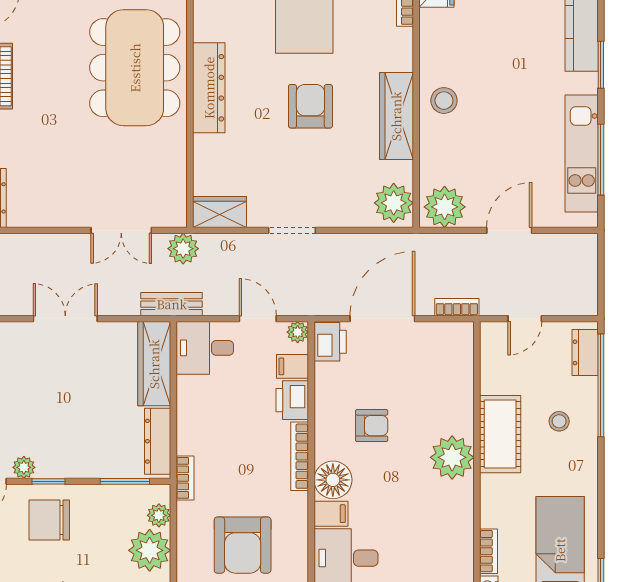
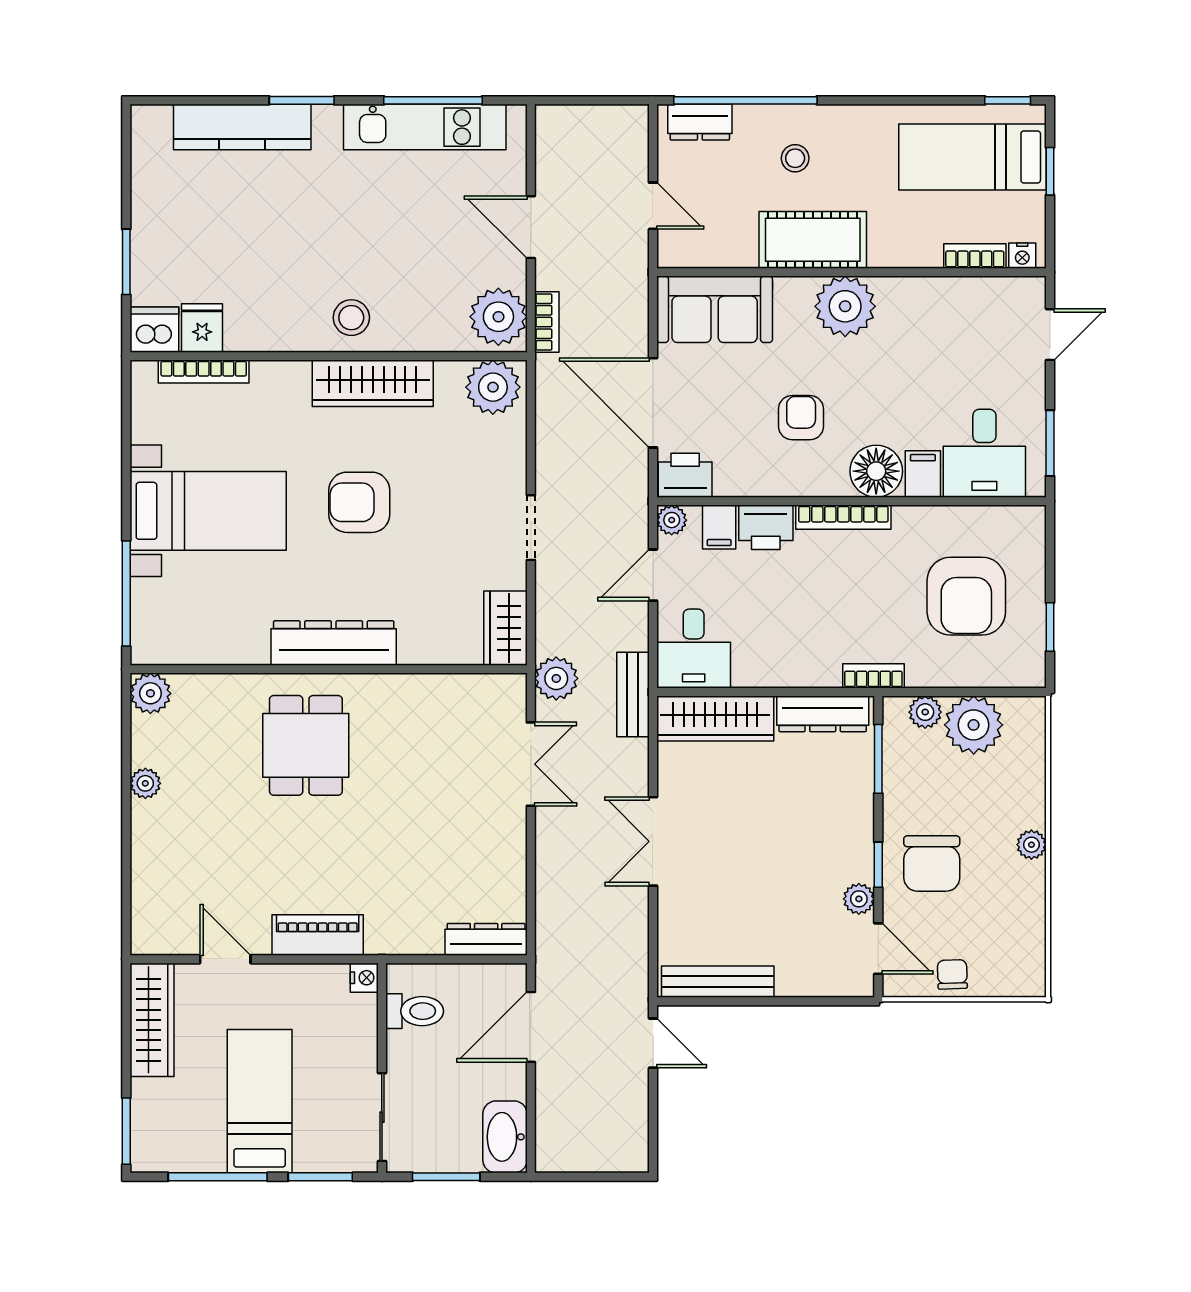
dining table: (135, 68) -> (306, 745), width x0.53, depth x0.80
bookcase: (457, 307) -> (547, 322), moved, turned 180
sofa: (450, 363) -> (715, 309), added
armchair: (243, 545) -> (966, 596), turned 90

